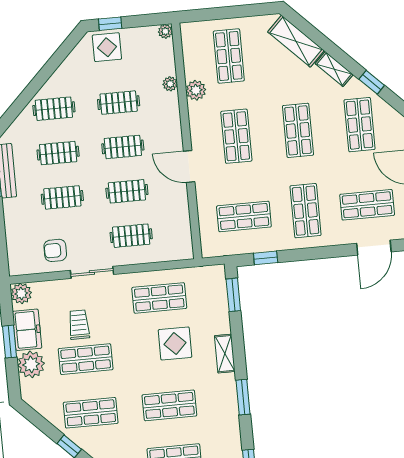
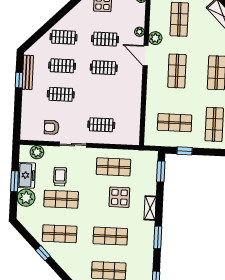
door: (189, 167) -> (146, 56), moved
clothes rail: (127, 191) -> (102, 96), removed
plant: (21, 293) -> (37, 152), moved

